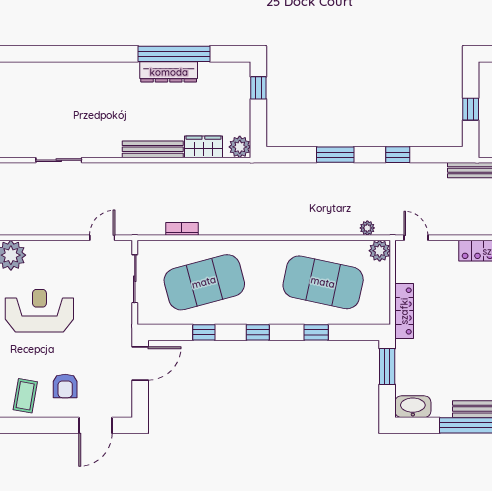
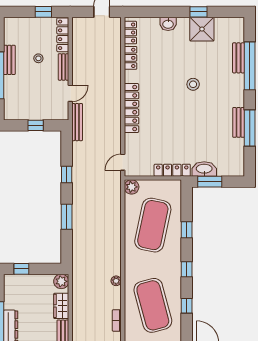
plant: (367, 228) -> (116, 281), moved
washbasin: (413, 407) -> (204, 169), moved, turned 90

